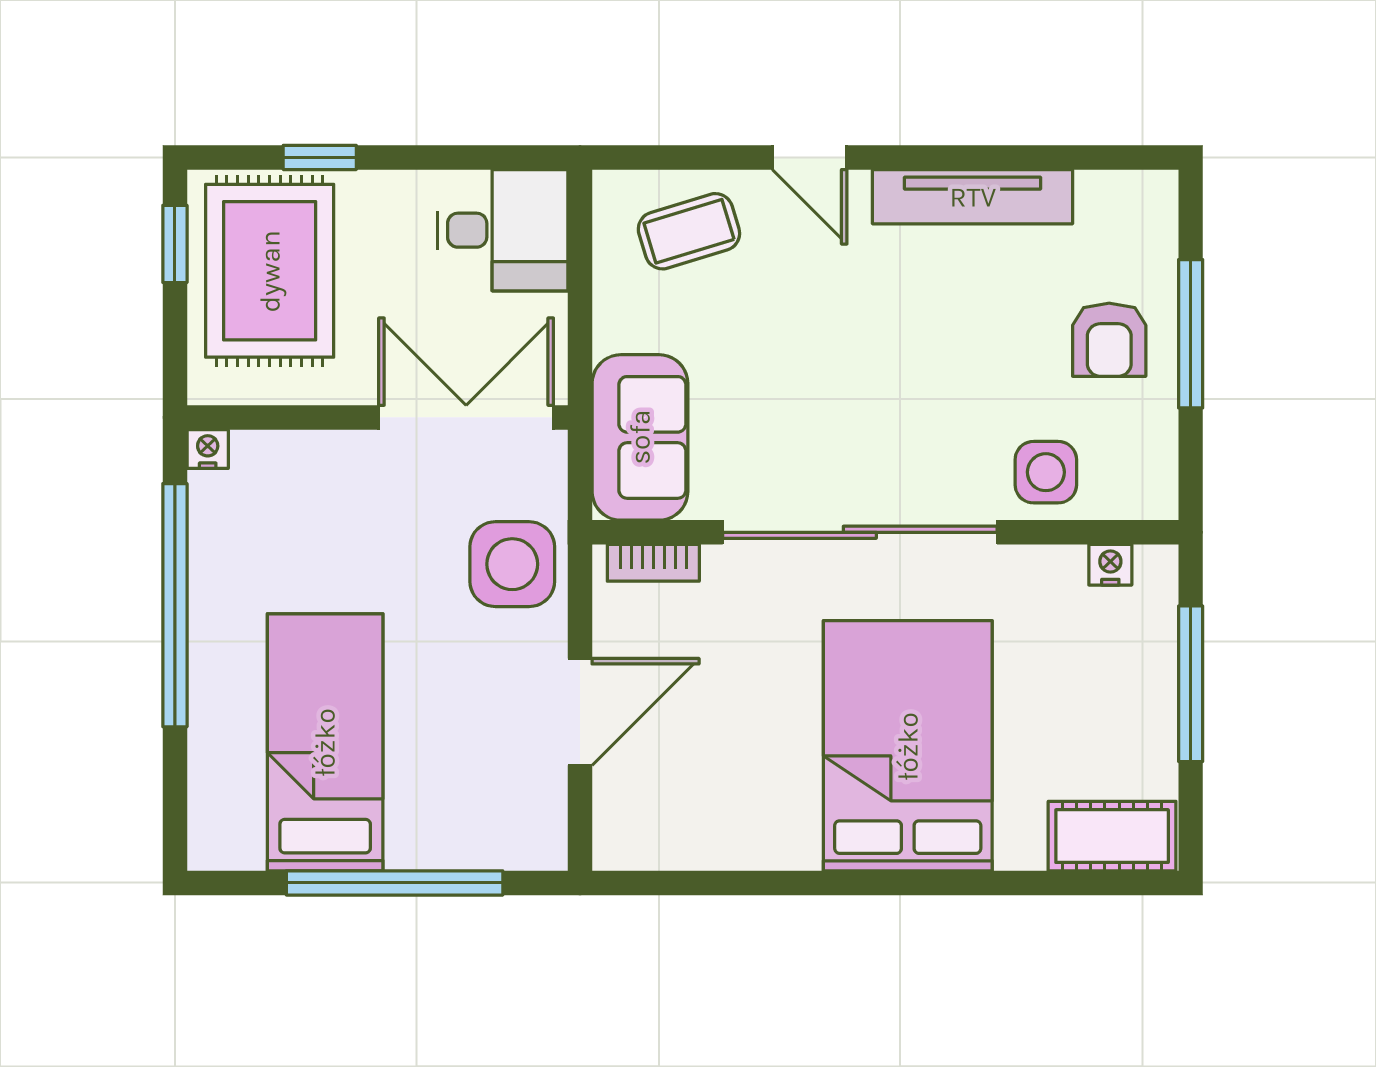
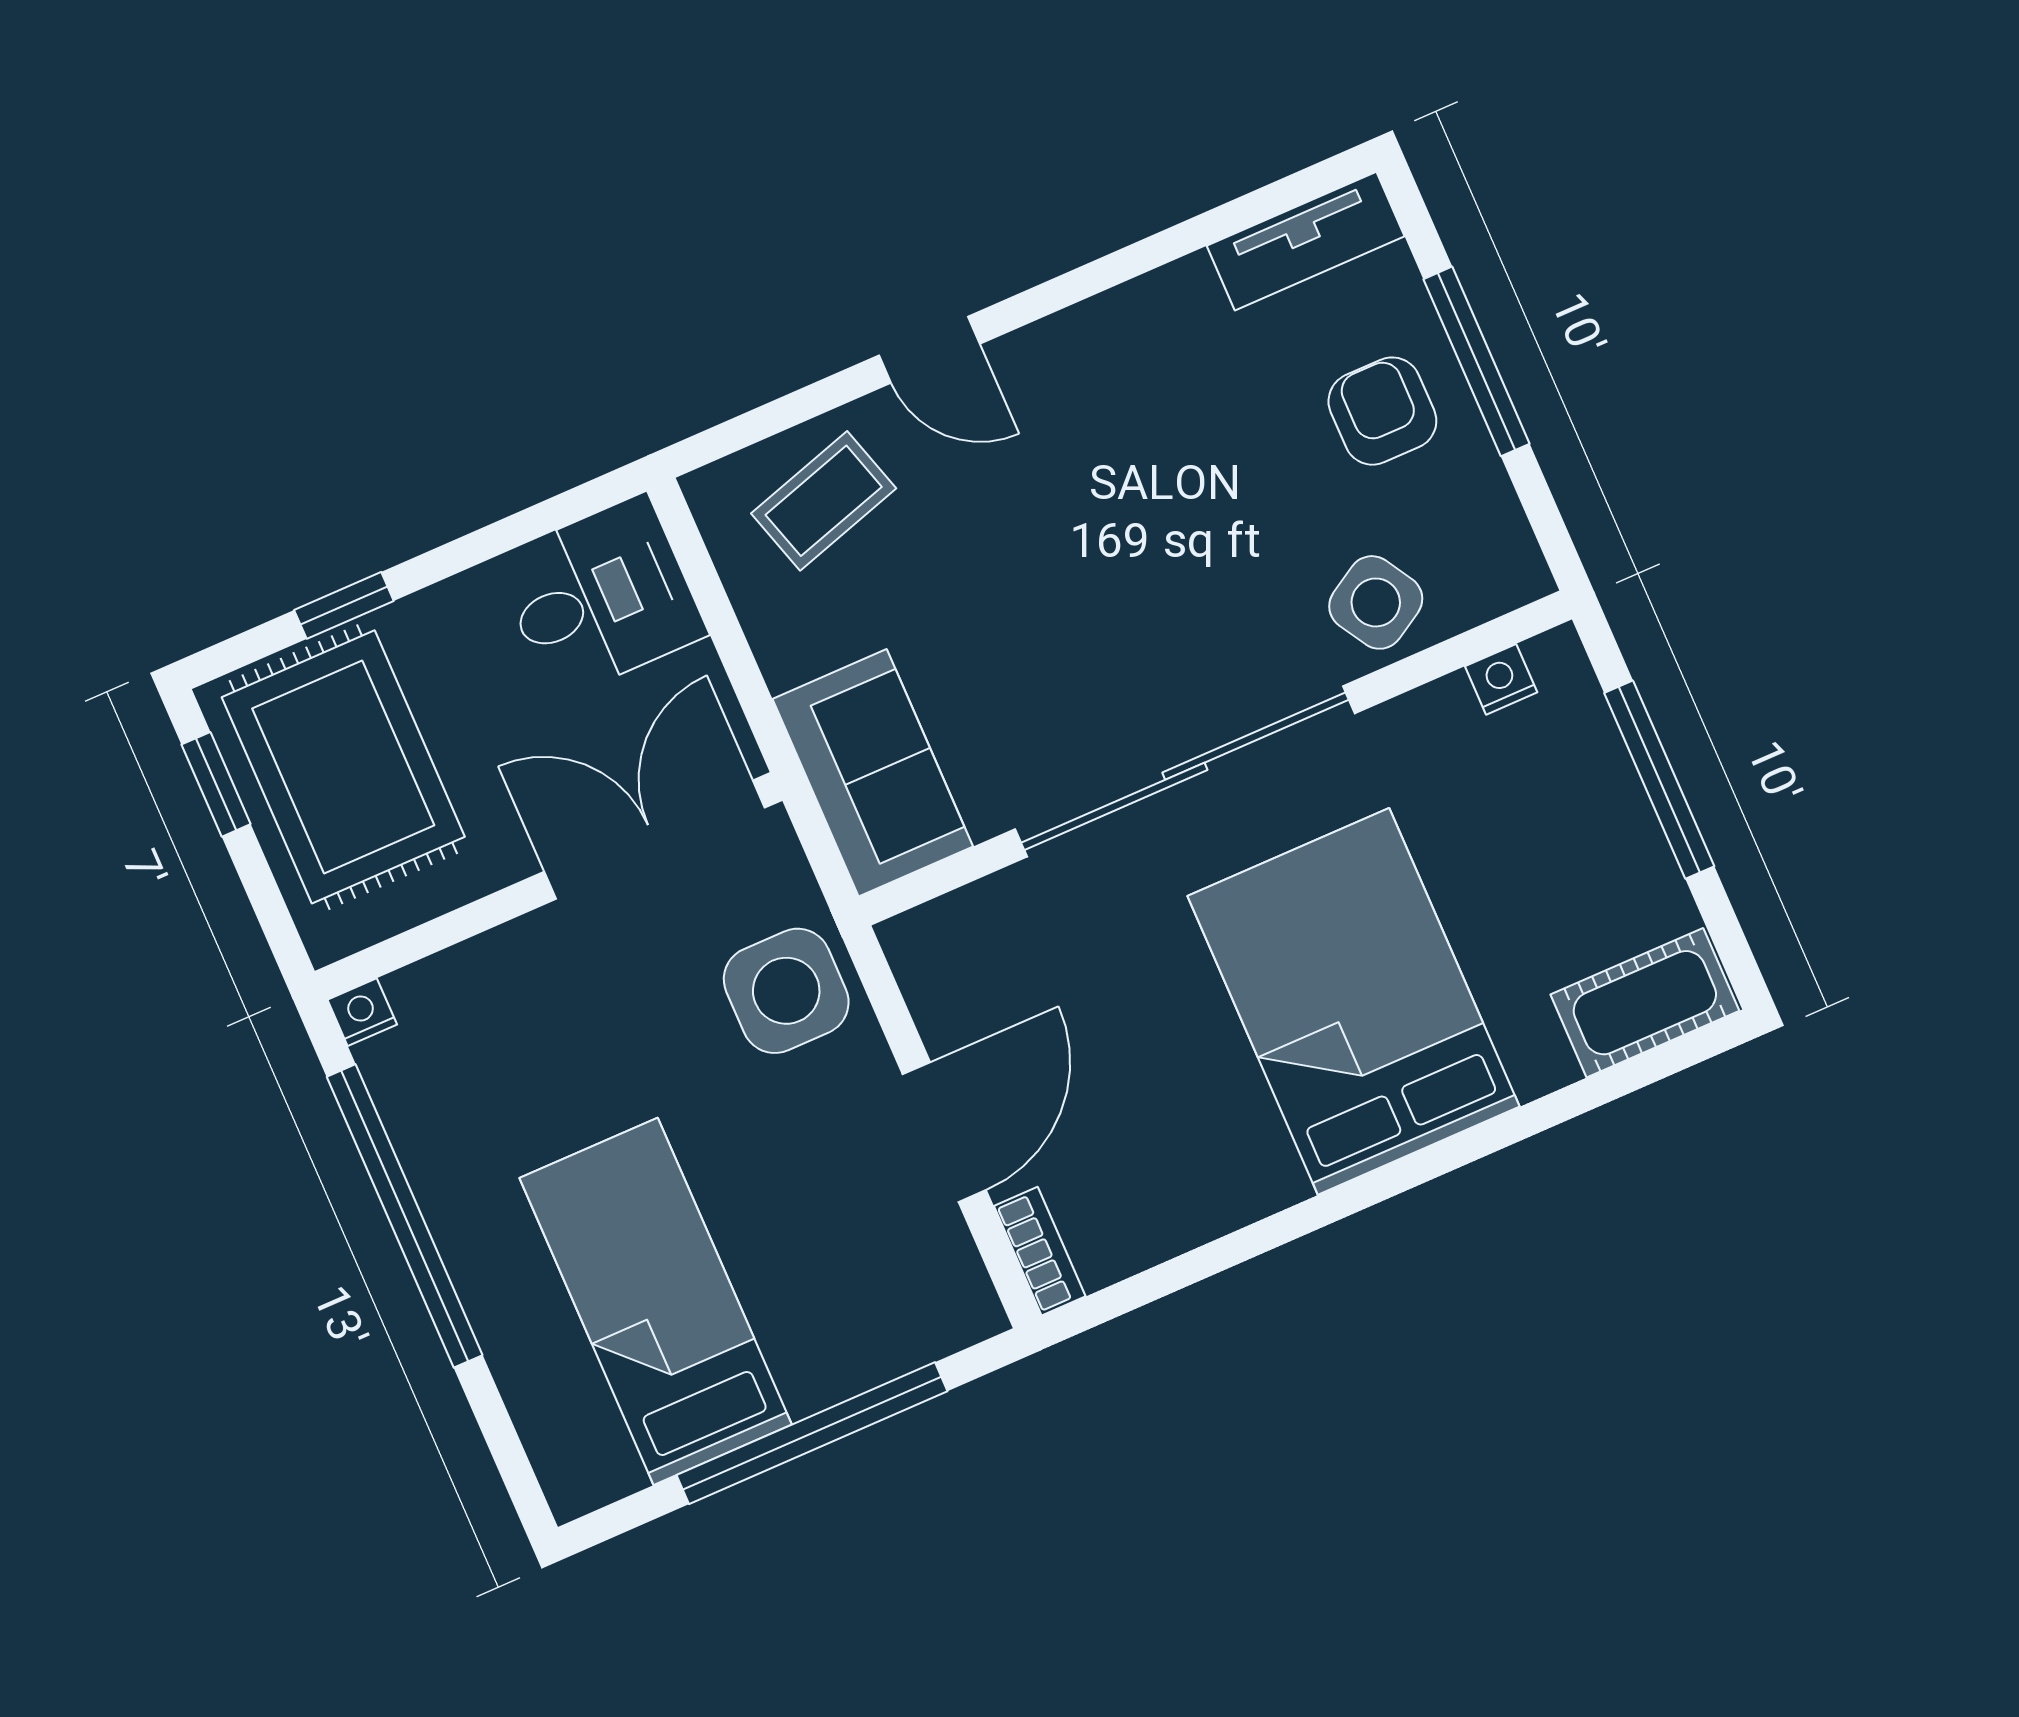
tv unit: (973, 197) -> (1306, 241), moved, width x0.71
armchair: (1109, 340) -> (1382, 411), turned 180
side table: (1046, 472) -> (1376, 602), turned -31
bookcase: (653, 563) -> (1040, 1251), moved, turned -90

